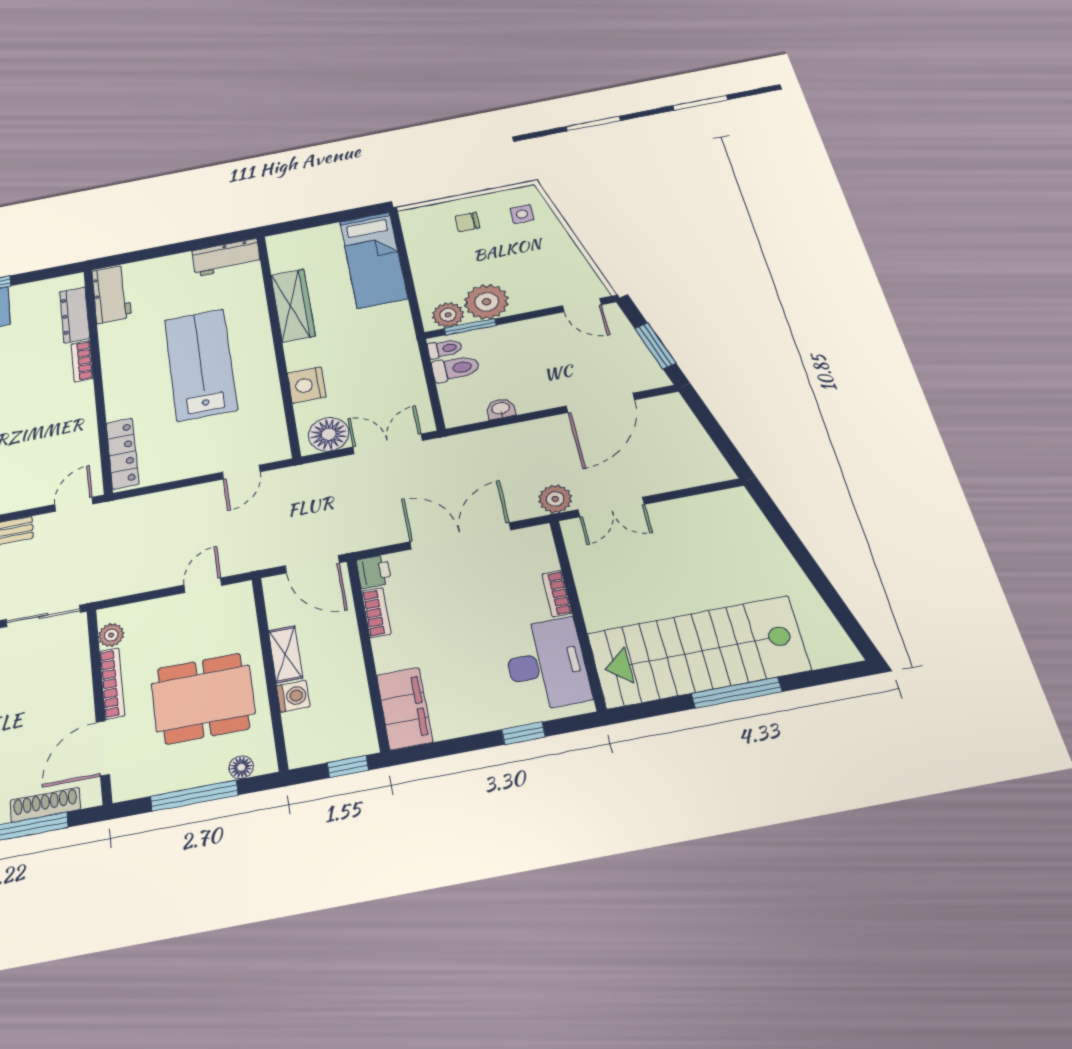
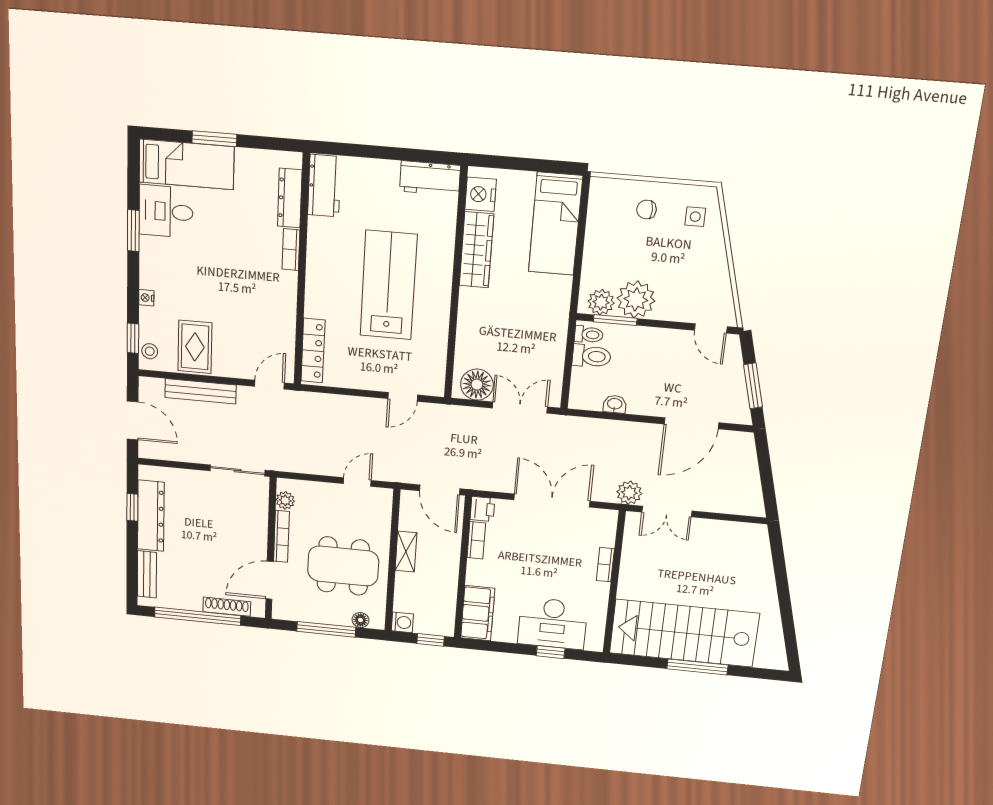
nightstand: (307, 385) -> (481, 194), moved
desk: (546, 664) -> (553, 623), moved, turned 90
washing machine: (293, 696) -> (402, 622), moved

